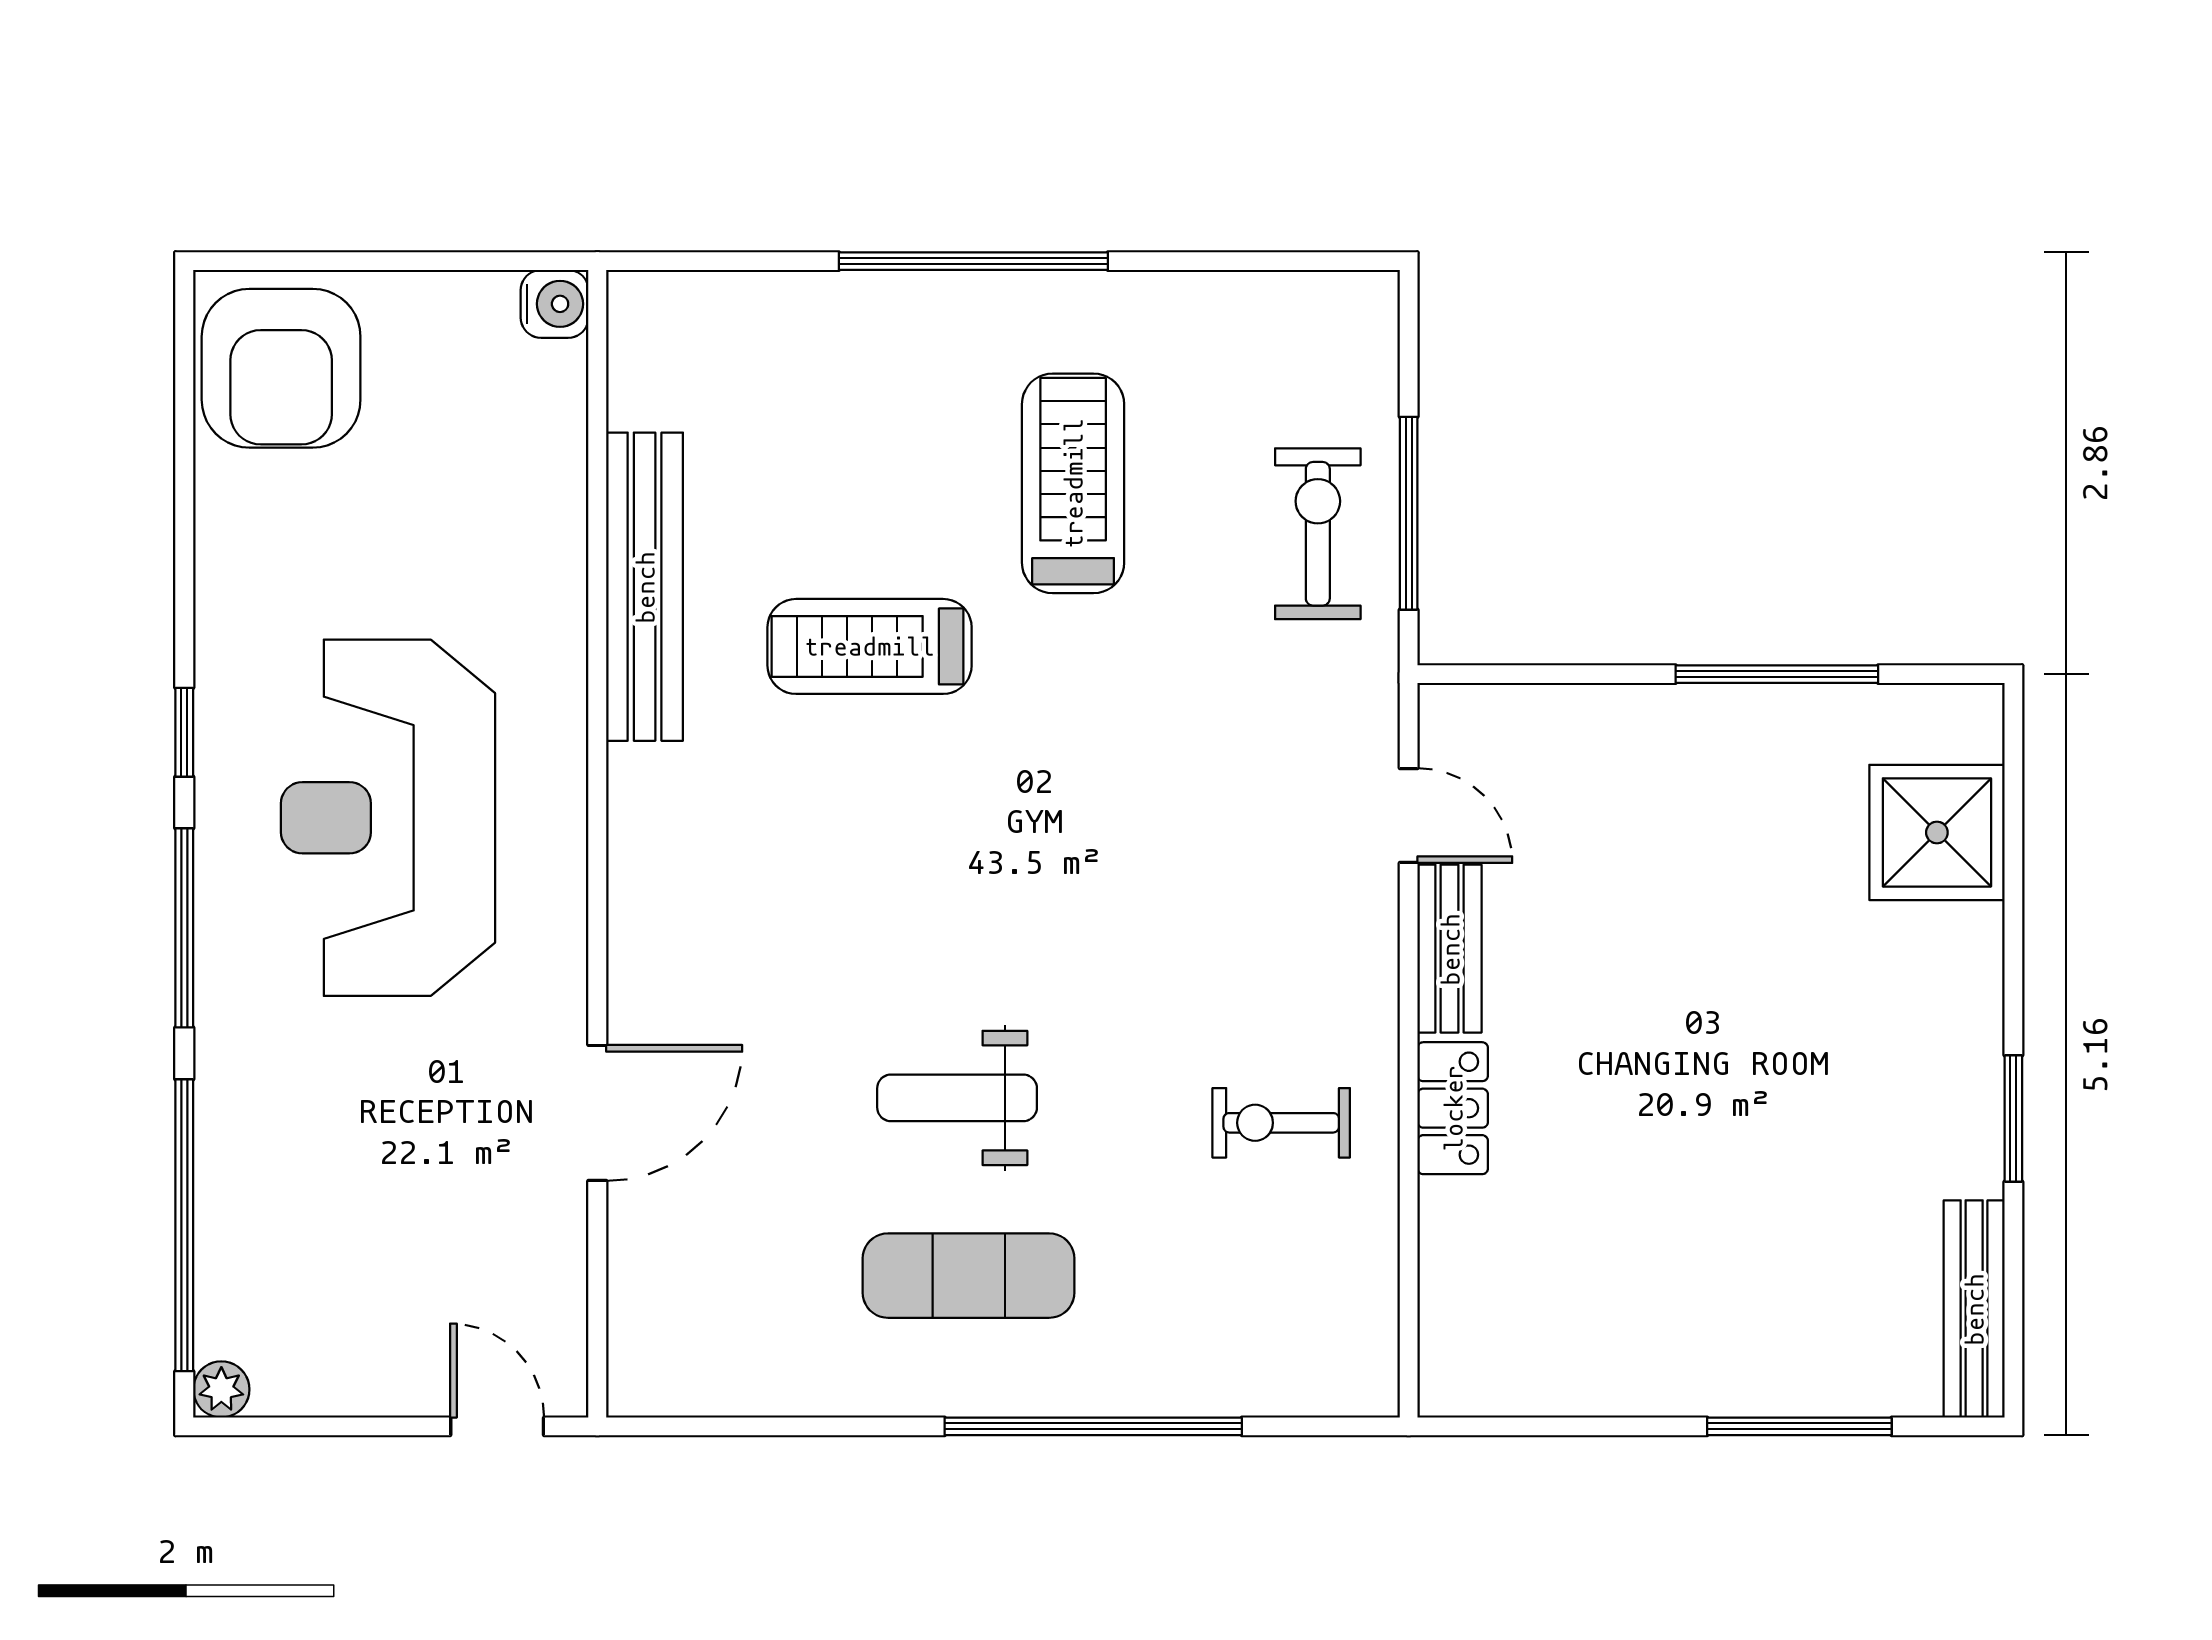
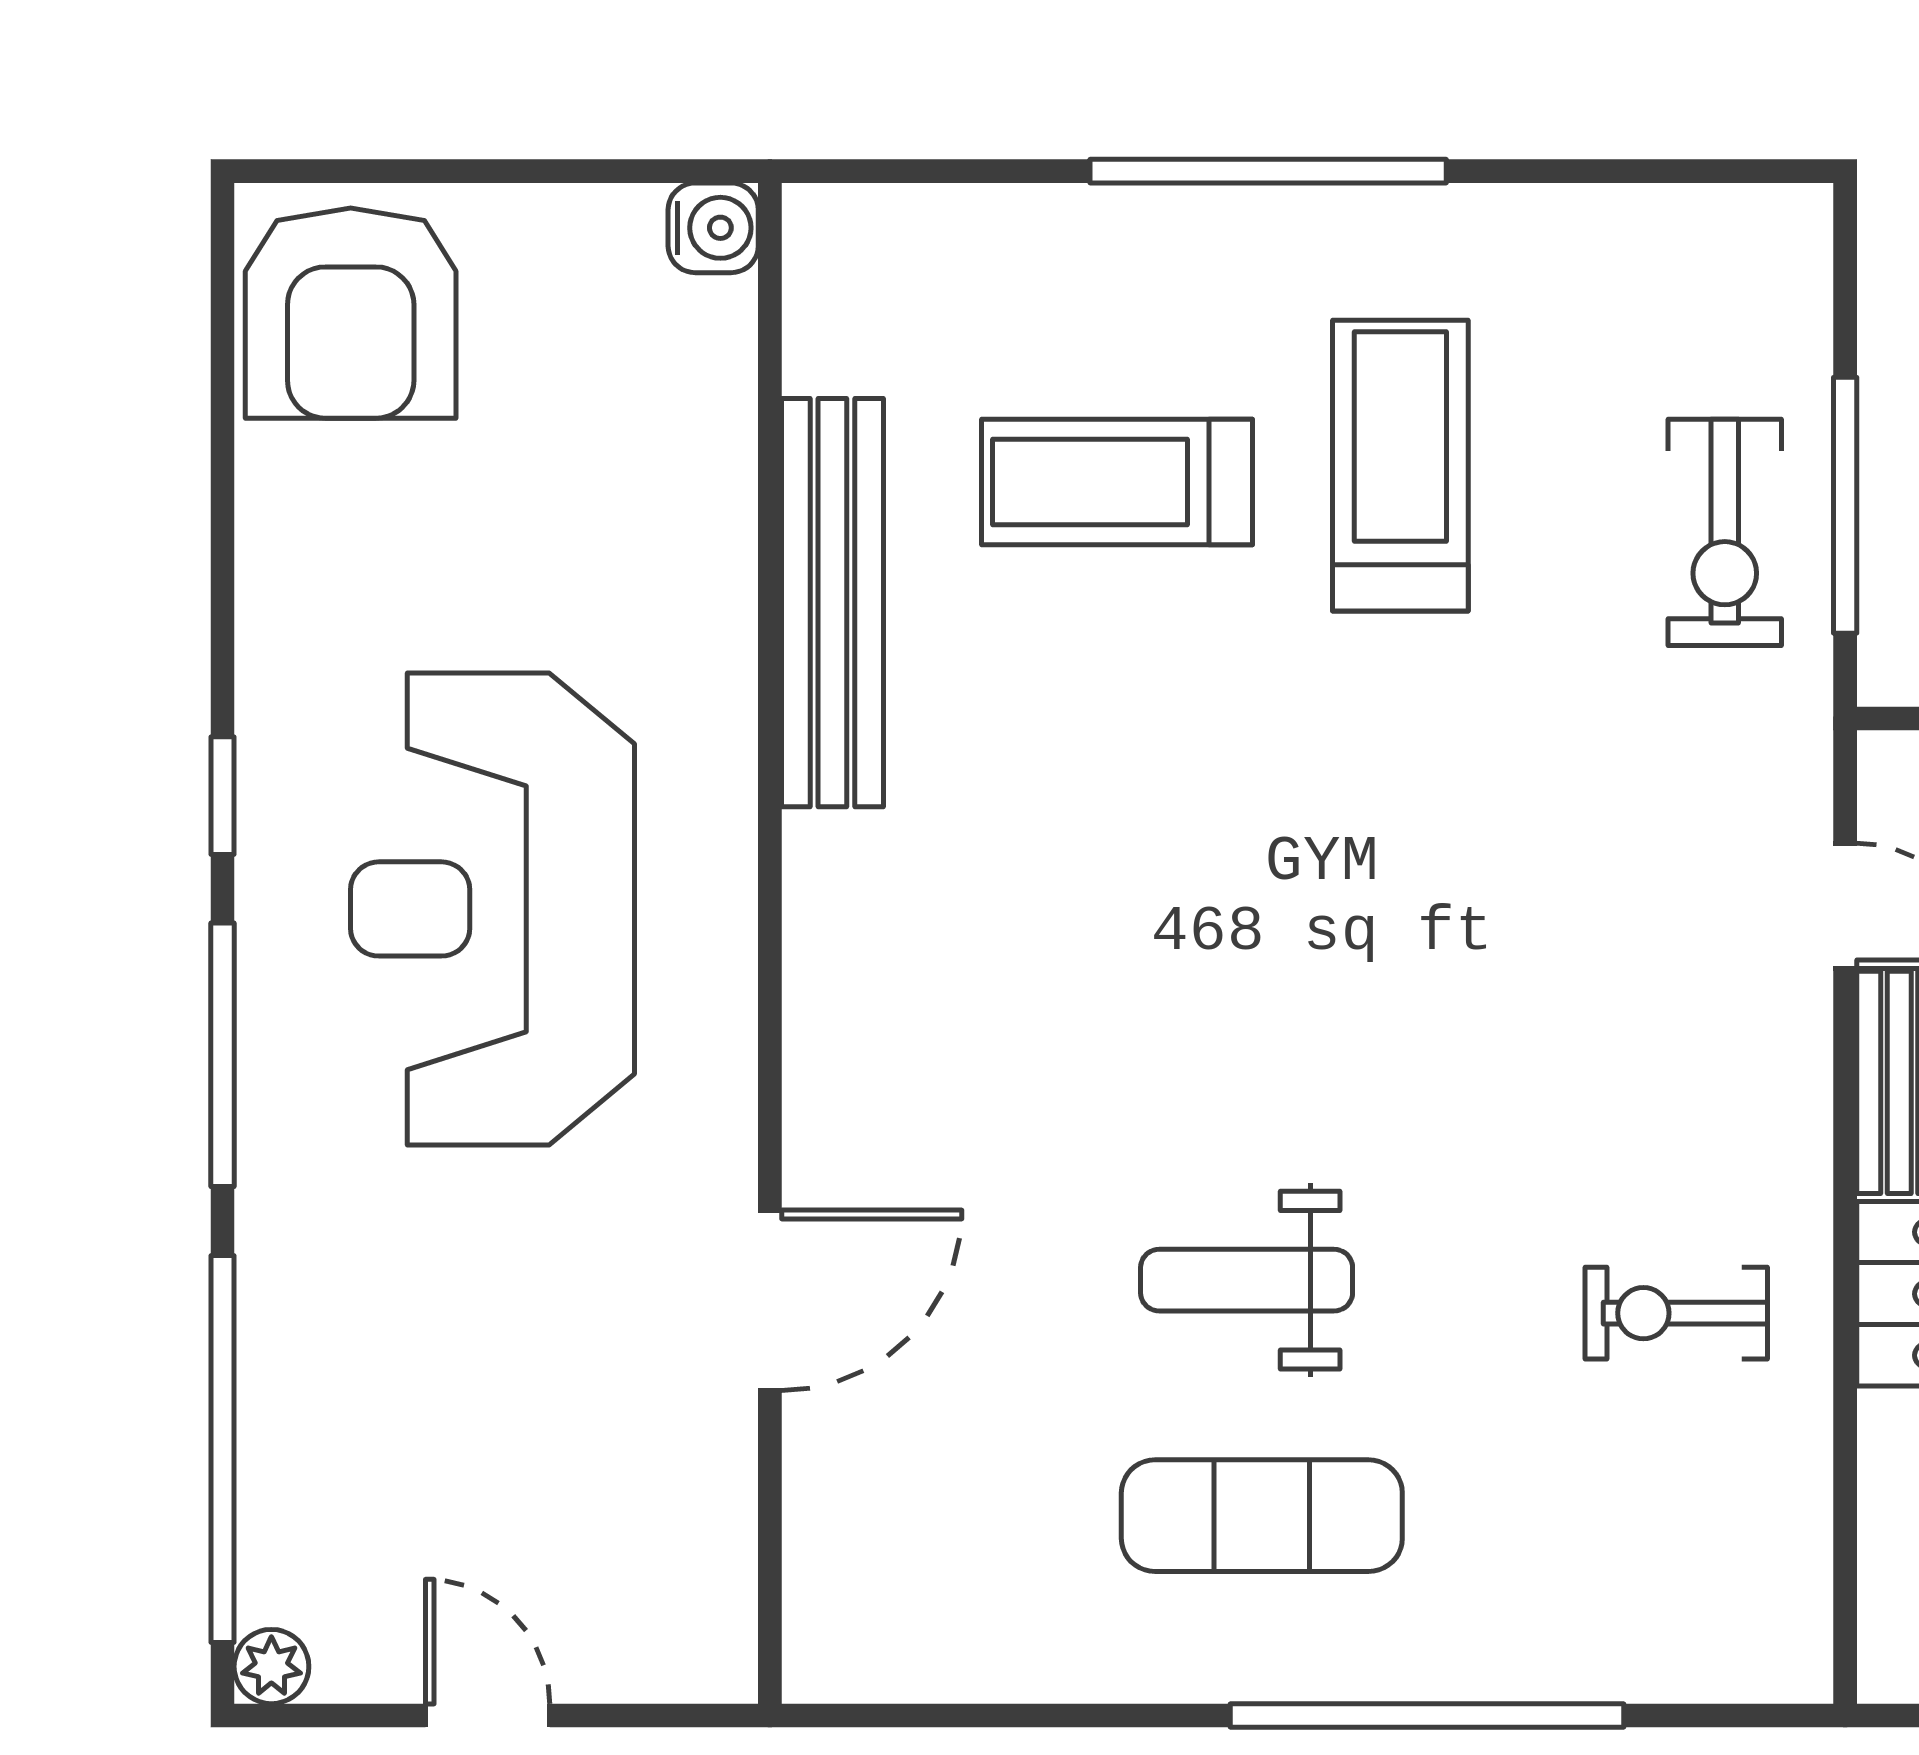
exercise bike: (1318, 534) -> (1725, 532), turned 180
treadmill: (870, 646) -> (1117, 482), moved
door: (497, 1426) -> (488, 1716), moved

